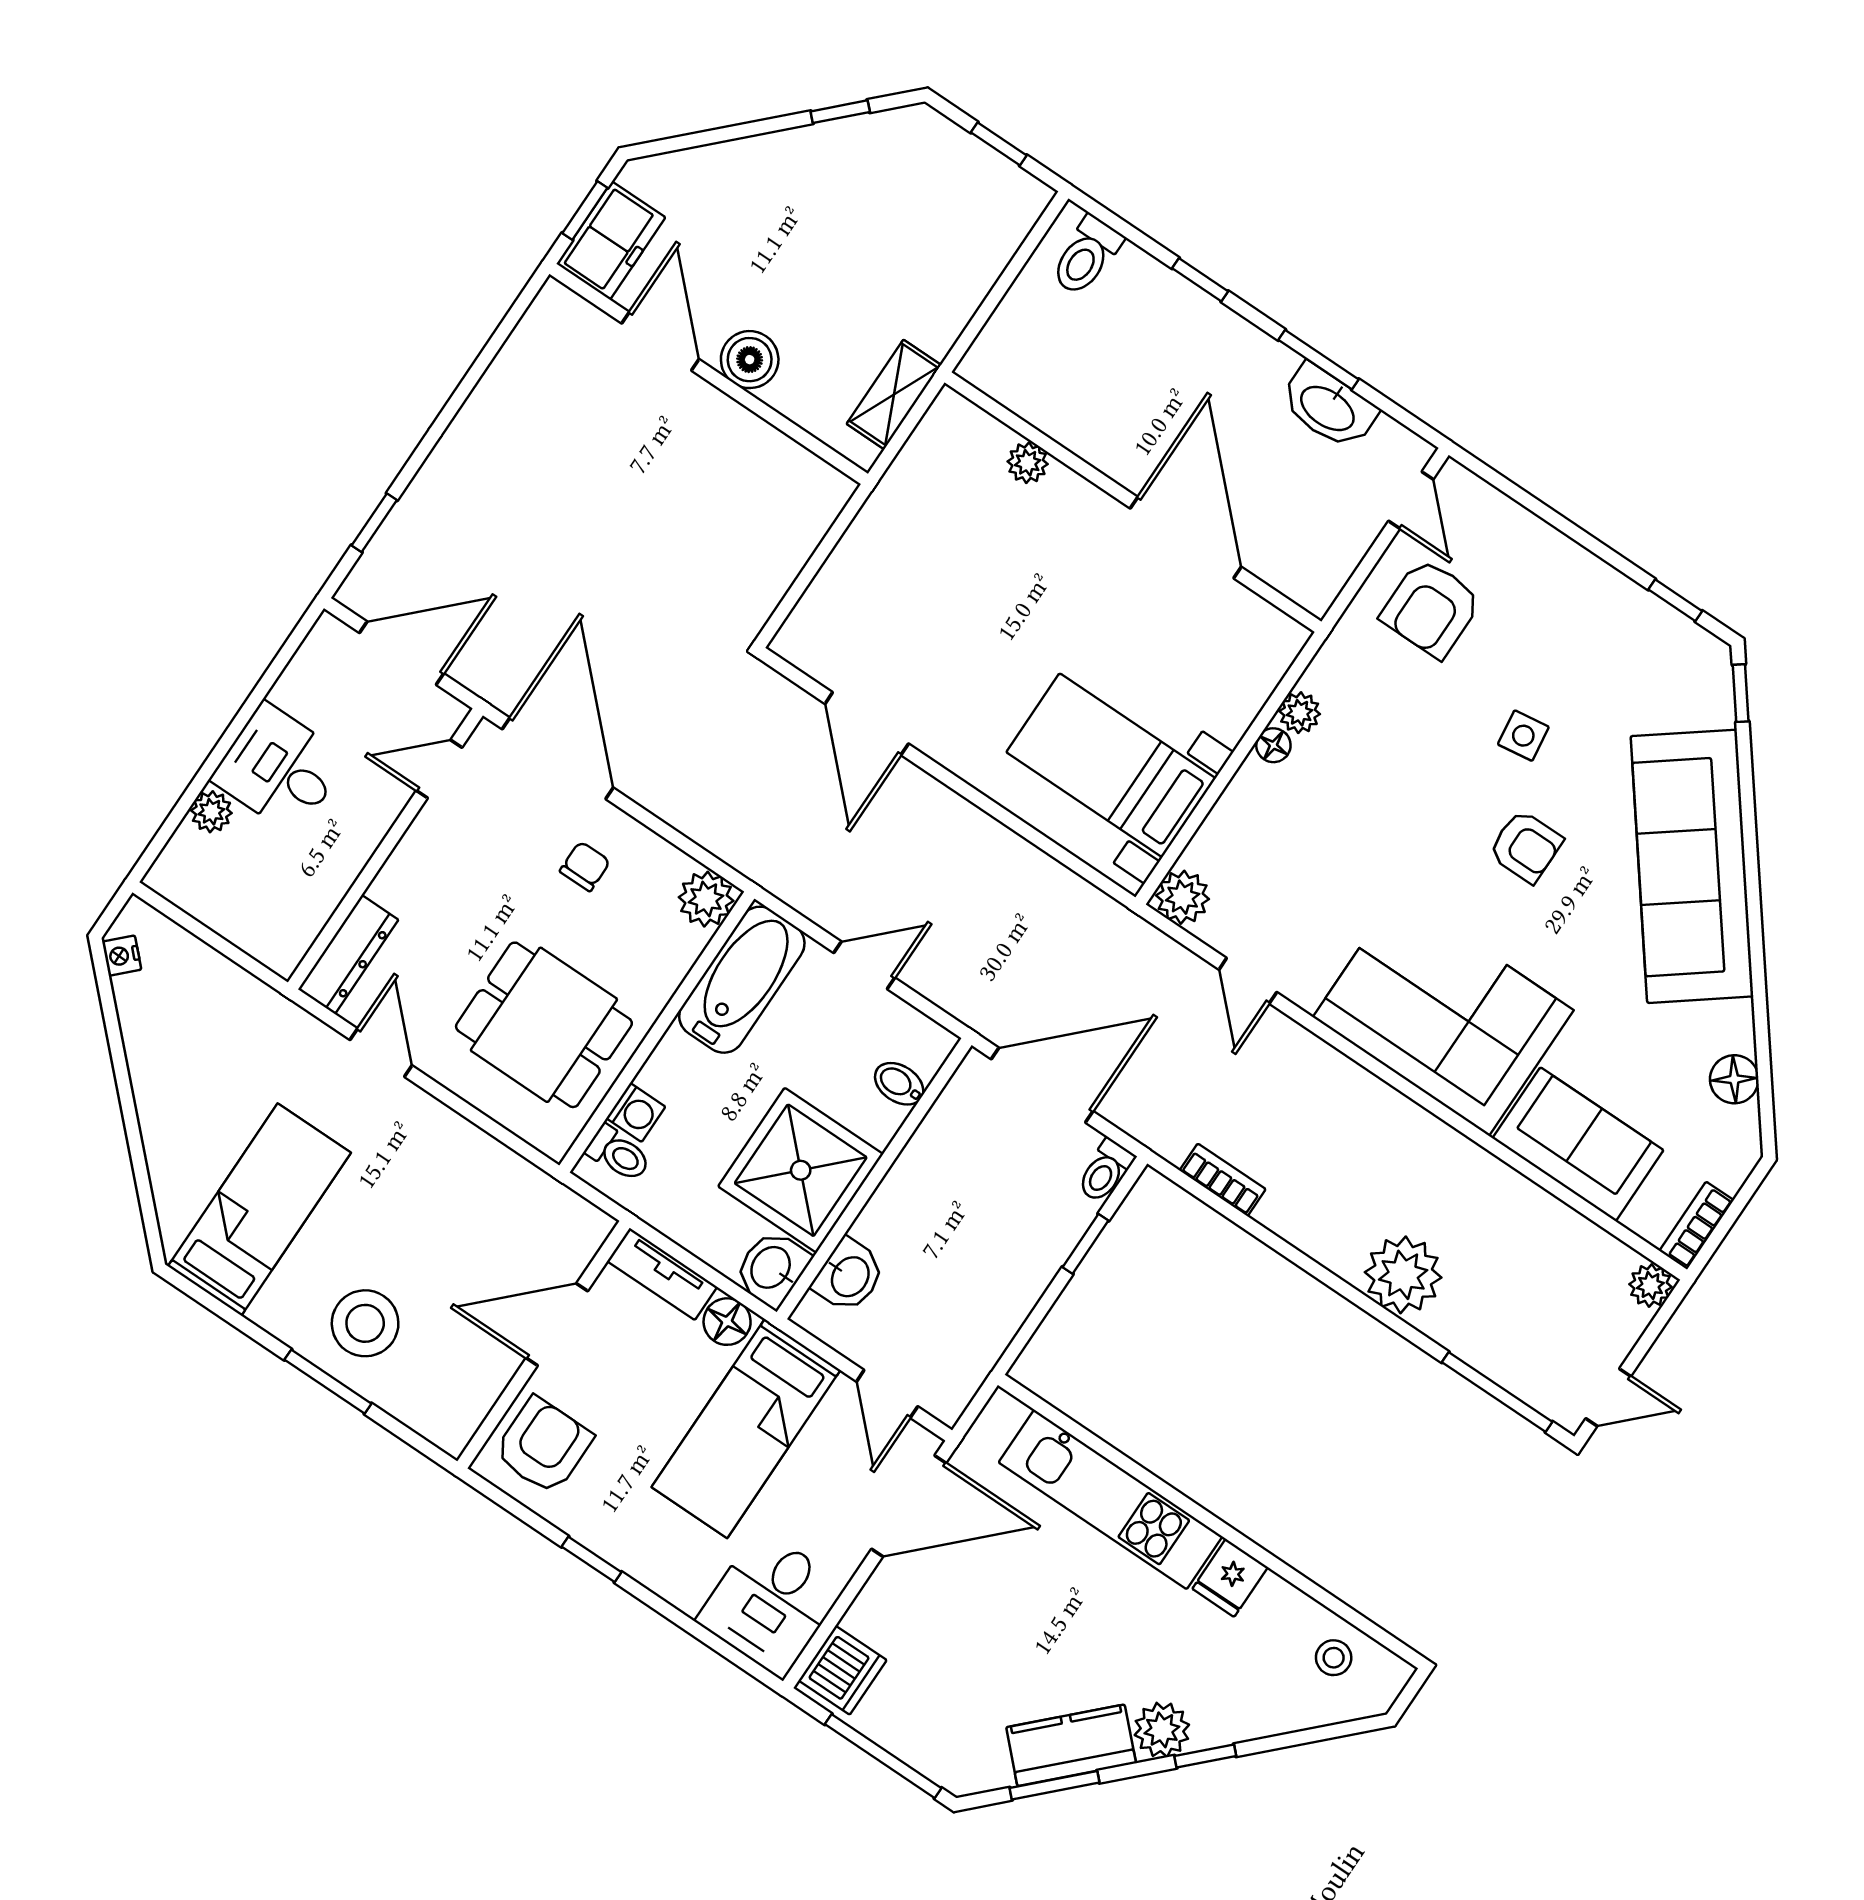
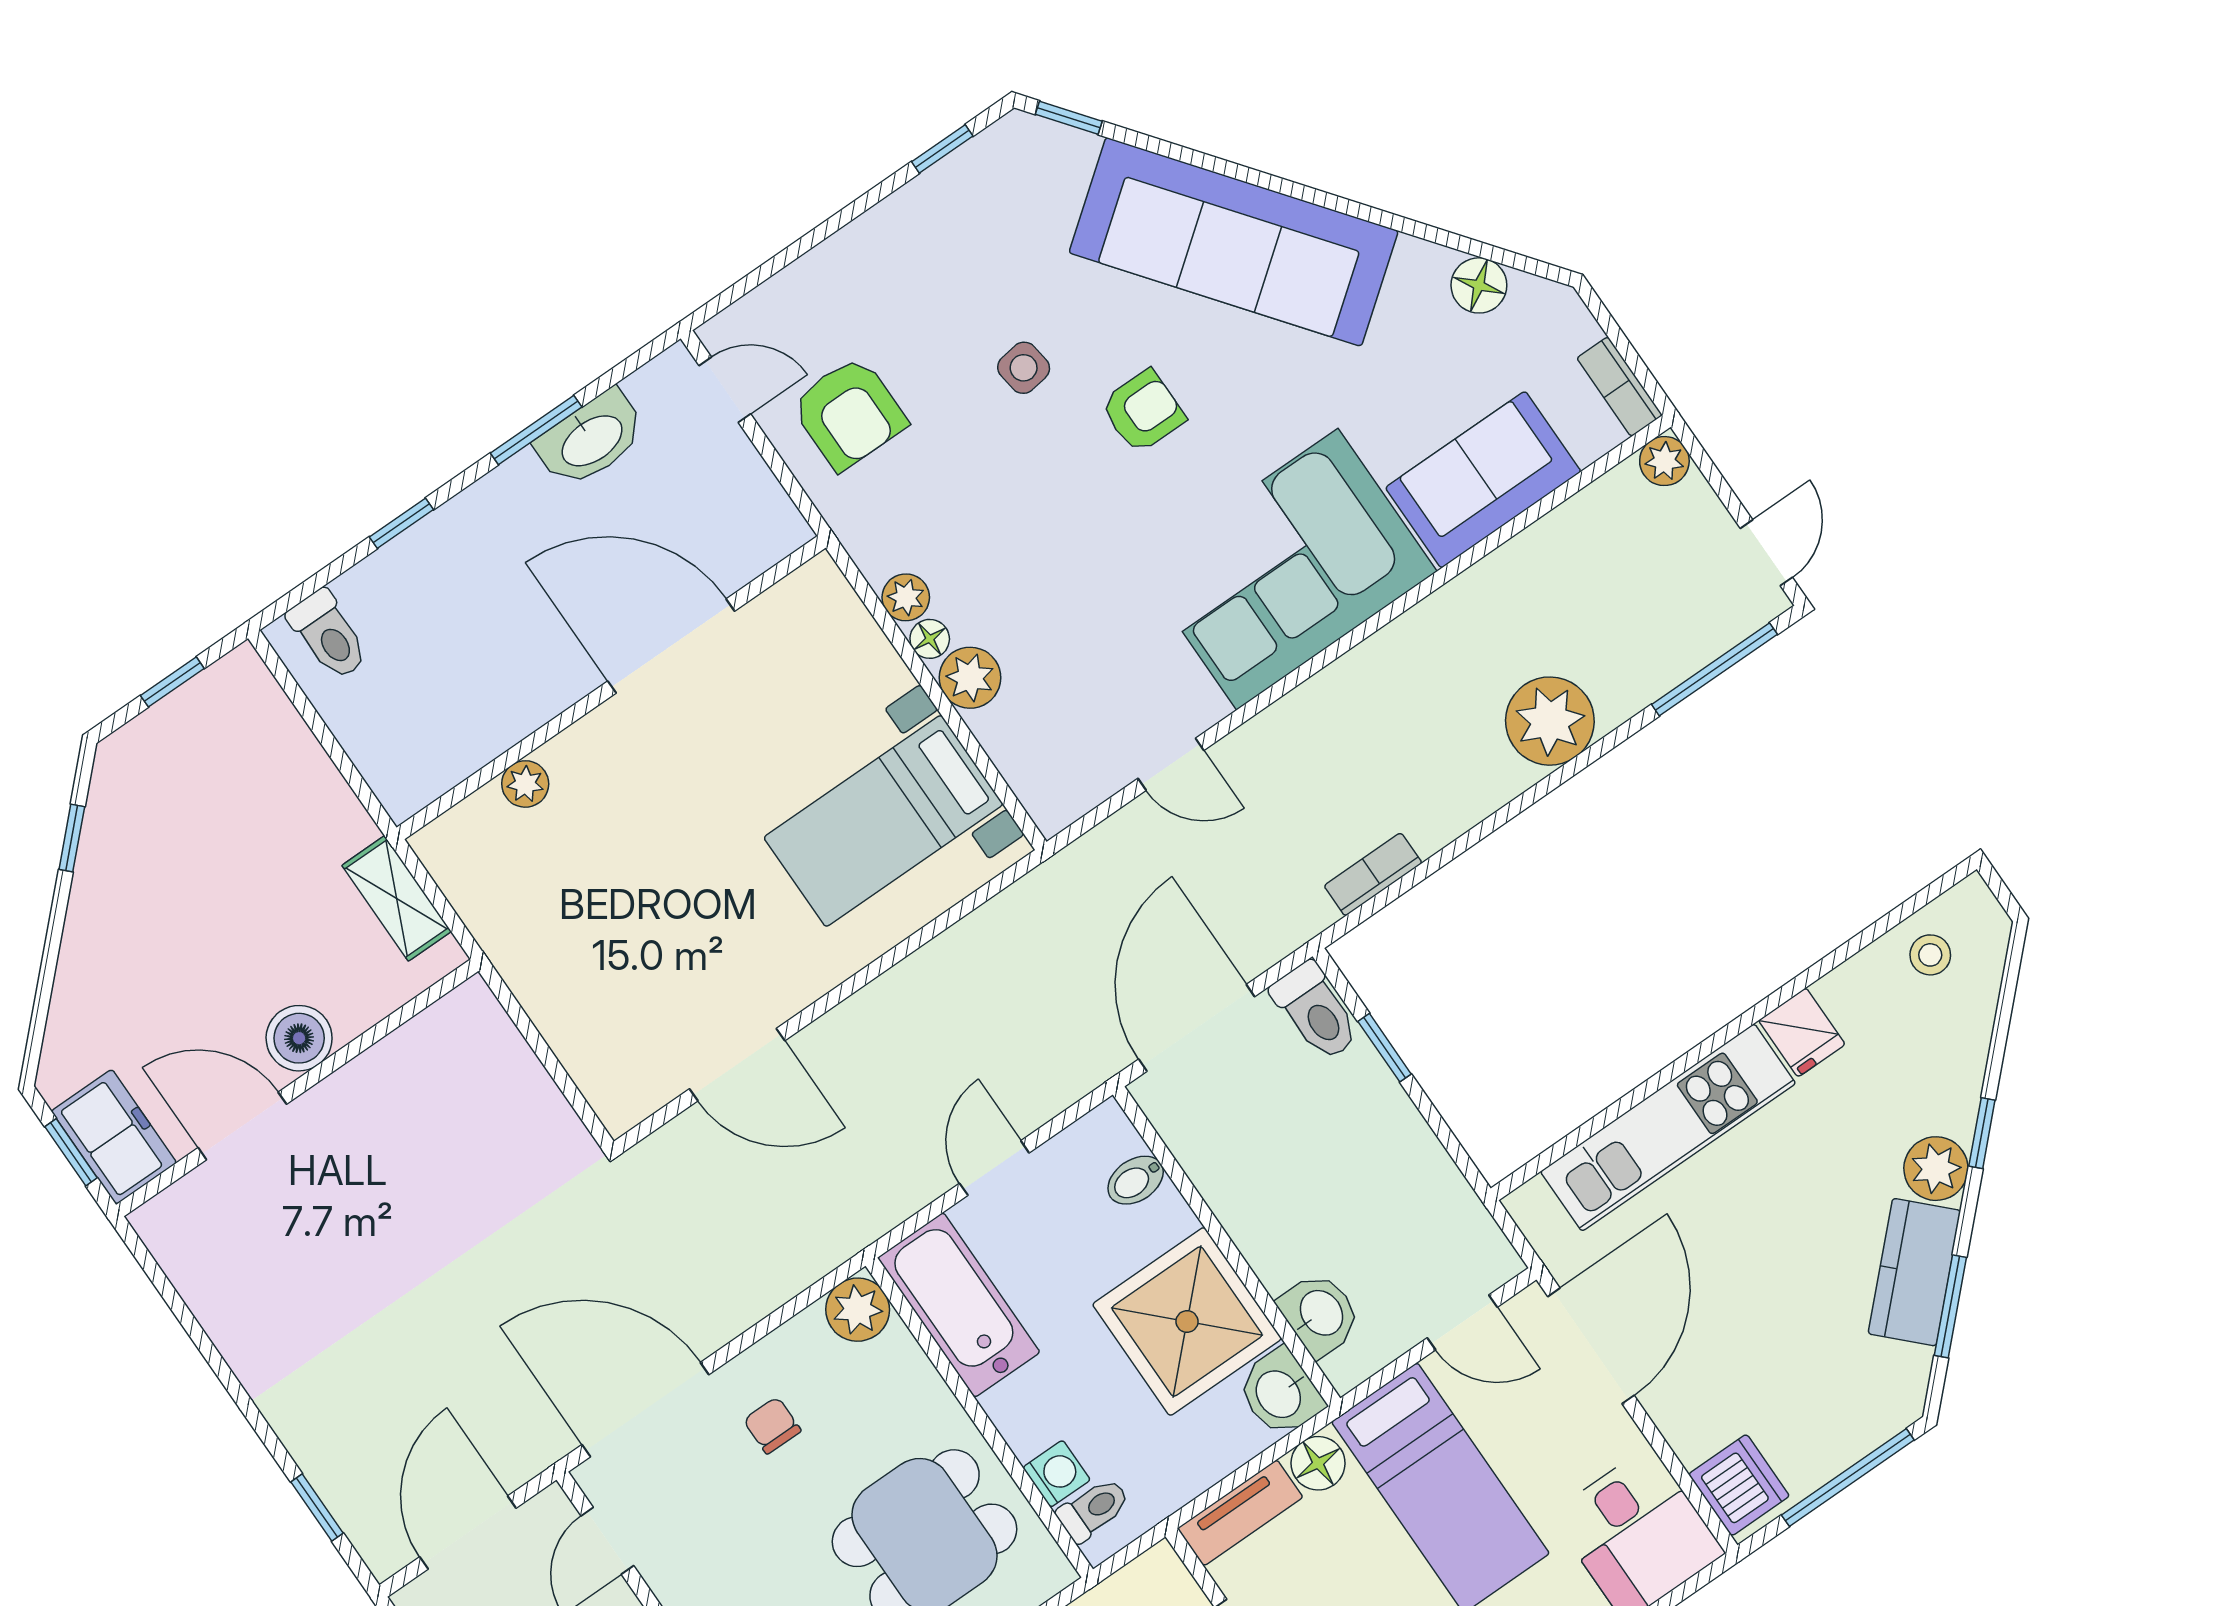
plant: (1183, 897) -> (970, 678), moved
toilet: (1105, 1171) -> (1316, 1012), width x1.37, depth x1.39

